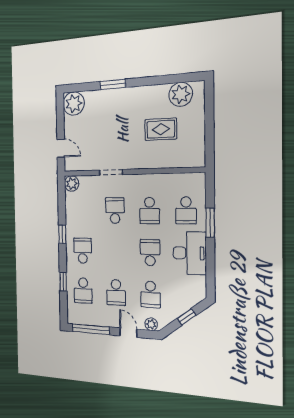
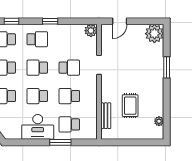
plant: (181, 94) -> (159, 121), width x0.53, depth x0.53
bench: (174, 161) -> (106, 116), added
school desk: (115, 252) -> (37, 68), added
school desk: (150, 253) -> (37, 96), turned 180

